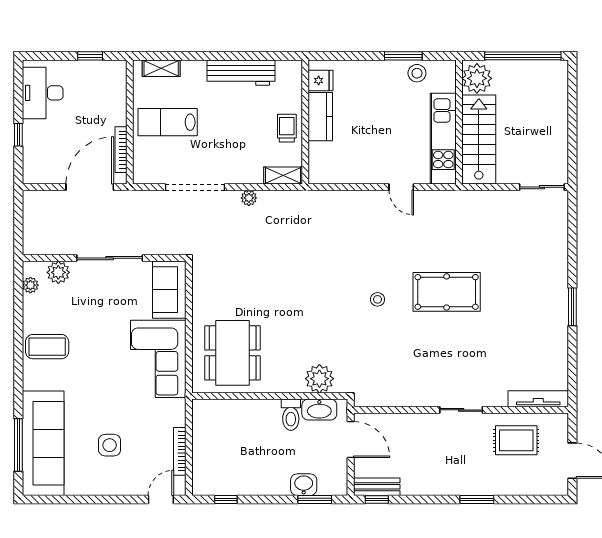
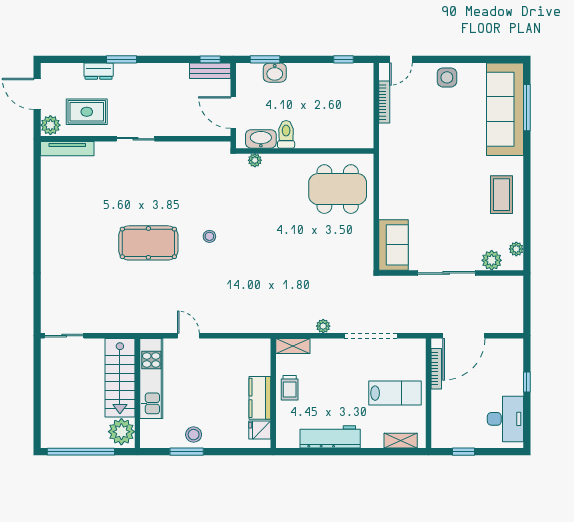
stool: (417, 73) -> (194, 435), moved
window: (572, 307) -> (37, 230), removed
coffee table: (47, 347) -> (502, 195), turned 90
dining table: (233, 353) -> (338, 189), turned 90
corner sofa: (158, 359) -> (403, 184), removed
plant: (319, 379) -> (255, 160), width x0.53, depth x0.53
plant: (557, 425) -> (50, 125), added
side table: (110, 445) -> (447, 77), moved
dresser: (503, 486) -> (99, 71), added

